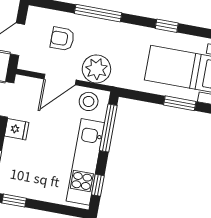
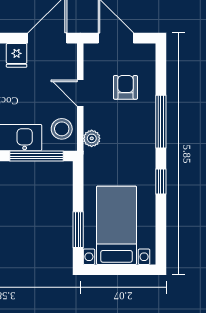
window: (167, 26) -> (161, 181), moved
plant: (96, 69) -> (92, 138), width x0.53, depth x0.53
door: (60, 79) -> (80, 93), width x0.73

